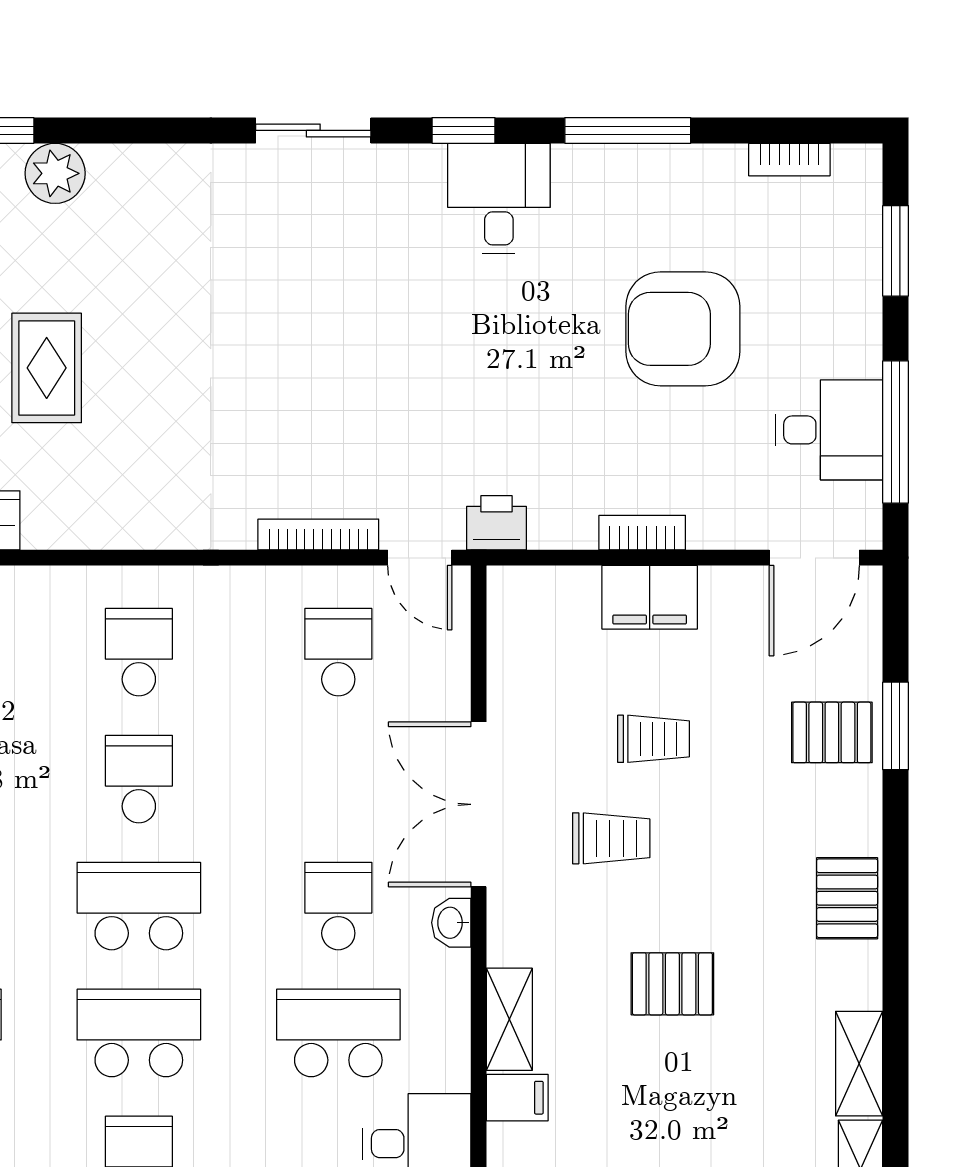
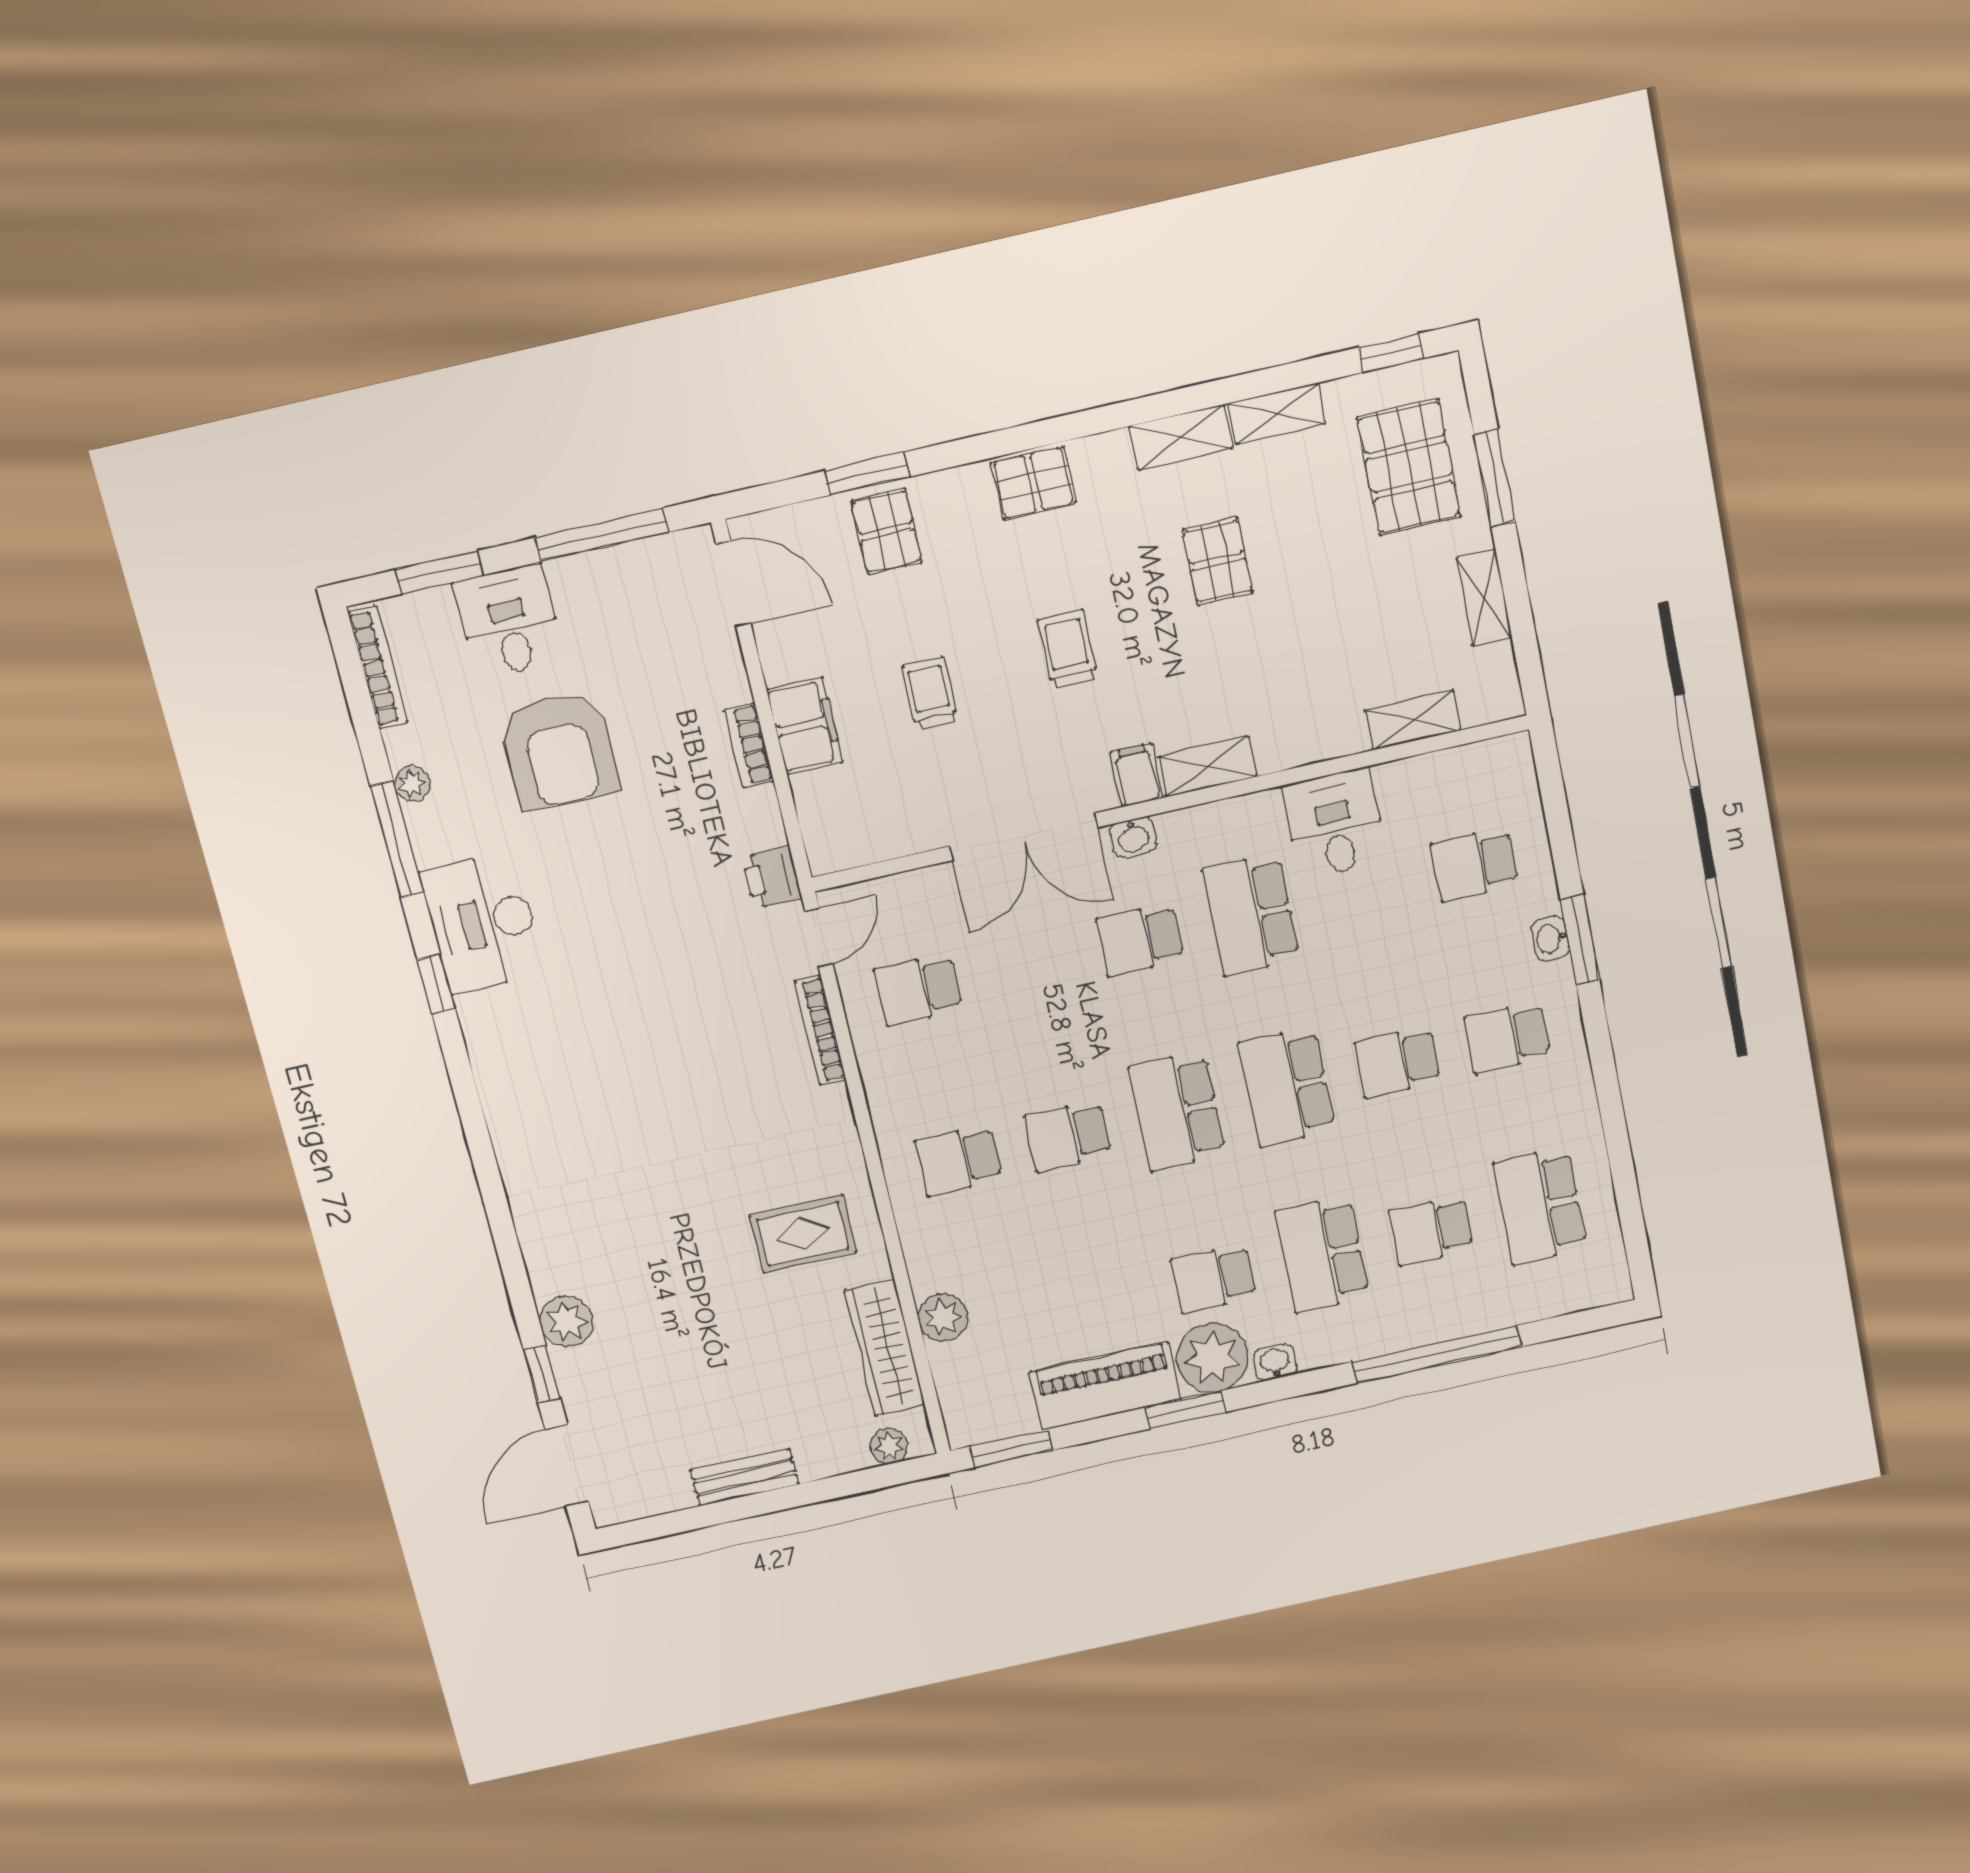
sliding door: (313, 130) -> (471, 1113), removed
bookcase: (789, 160) -> (378, 668), width x1.56
plant: (683, 163) -> (412, 784), added
desk: (499, 199) -> (483, 923), width x1.37
rug: (47, 368) -> (803, 1234), moved
desk: (829, 430) -> (509, 621), moved
trolley: (611, 838) -> (1068, 650), moved
pallet: (672, 984) -> (1218, 561), moved
filing cabinet: (517, 1098) -> (1137, 775), moved

